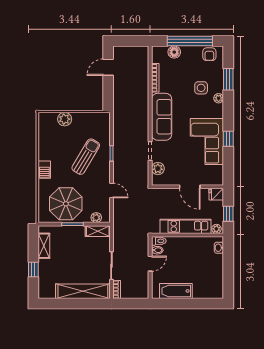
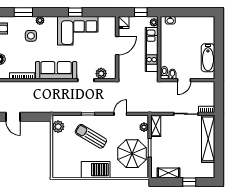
plant: (65, 119) -> (58, 127), moved
barbecue: (44, 170) -> (96, 170), width x1.88, depth x1.53
door: (150, 264) -> (184, 80), swing flipped

